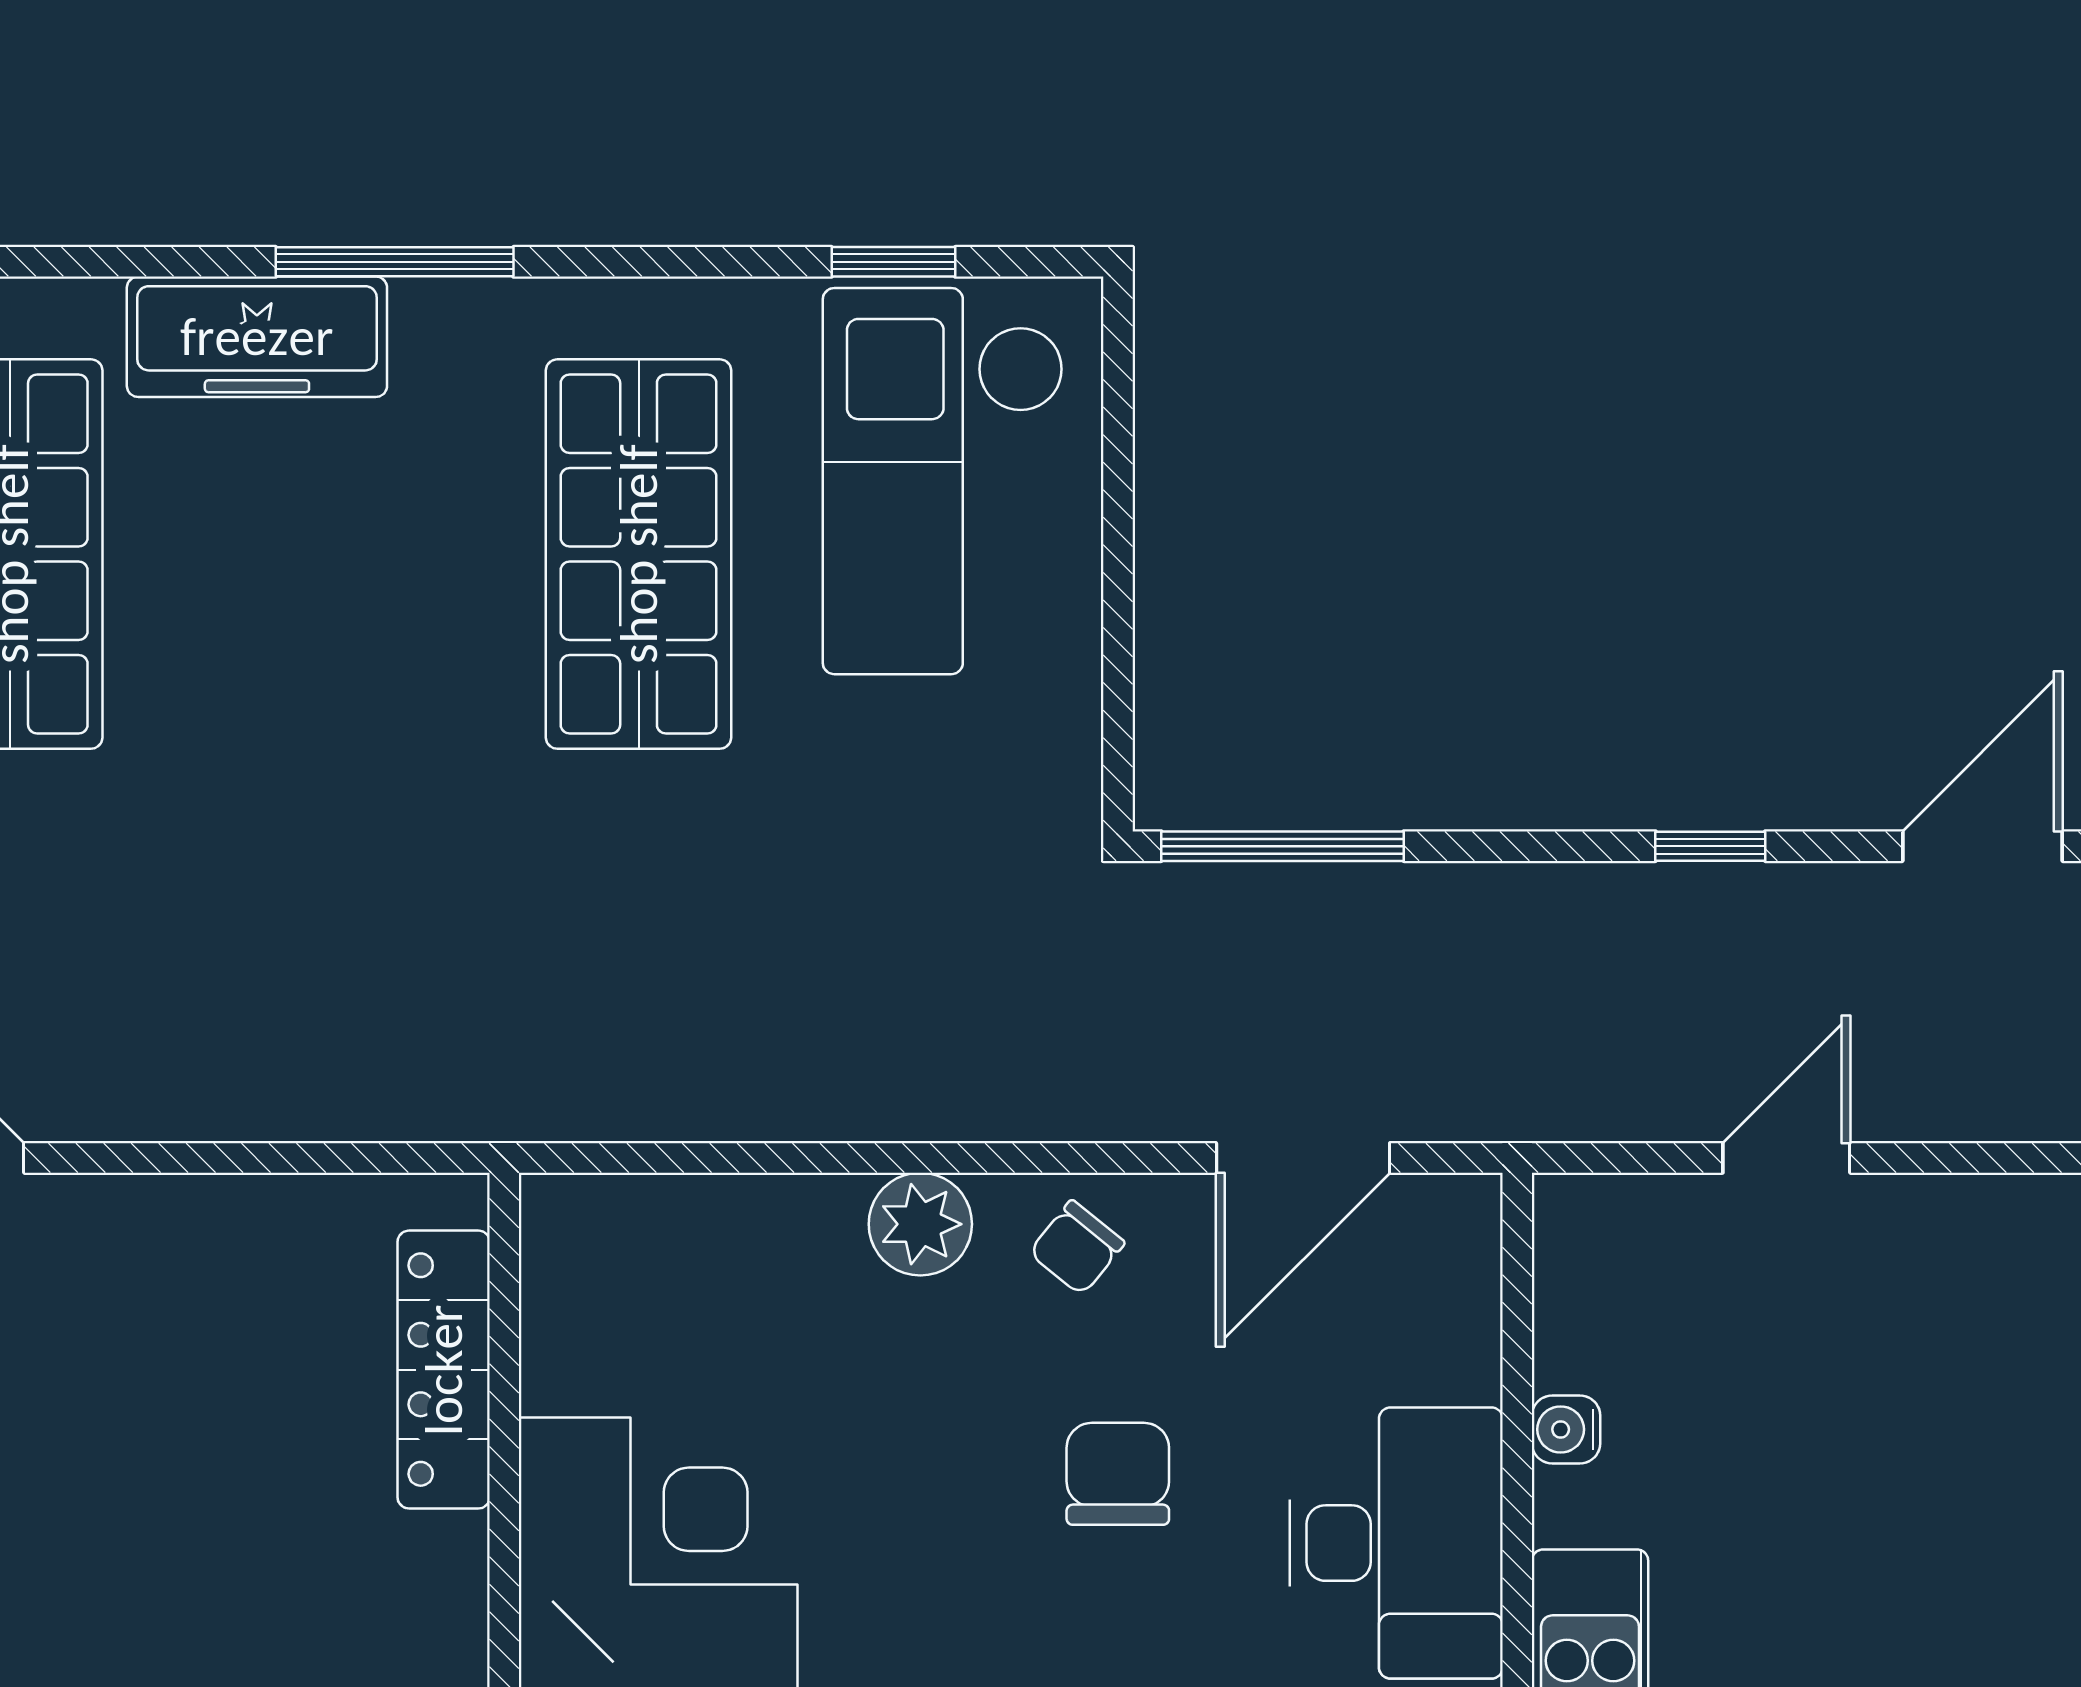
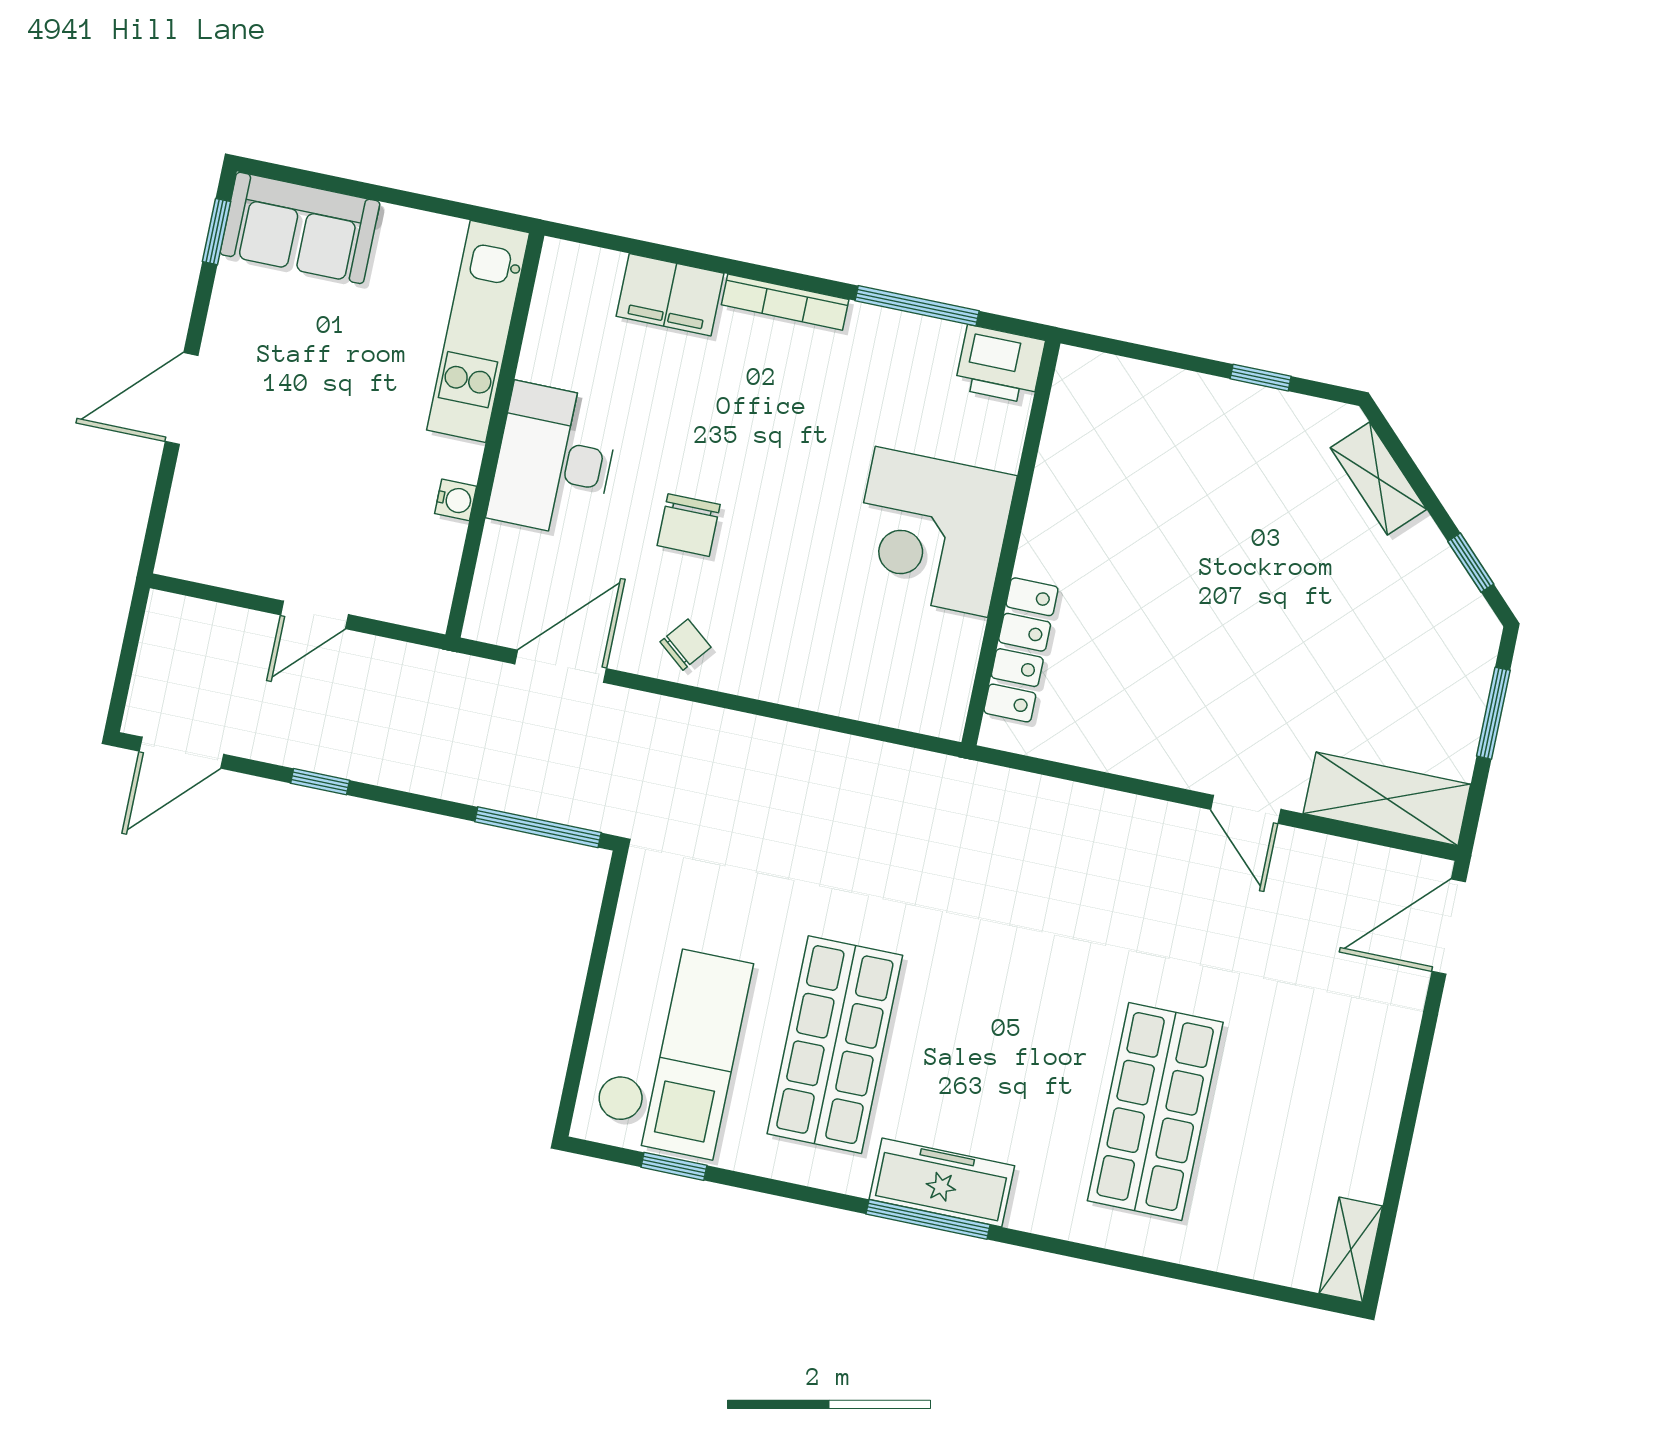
freezer: (257, 337) -> (942, 1182), moved
plant: (920, 1224) -> (763, 673), removed

